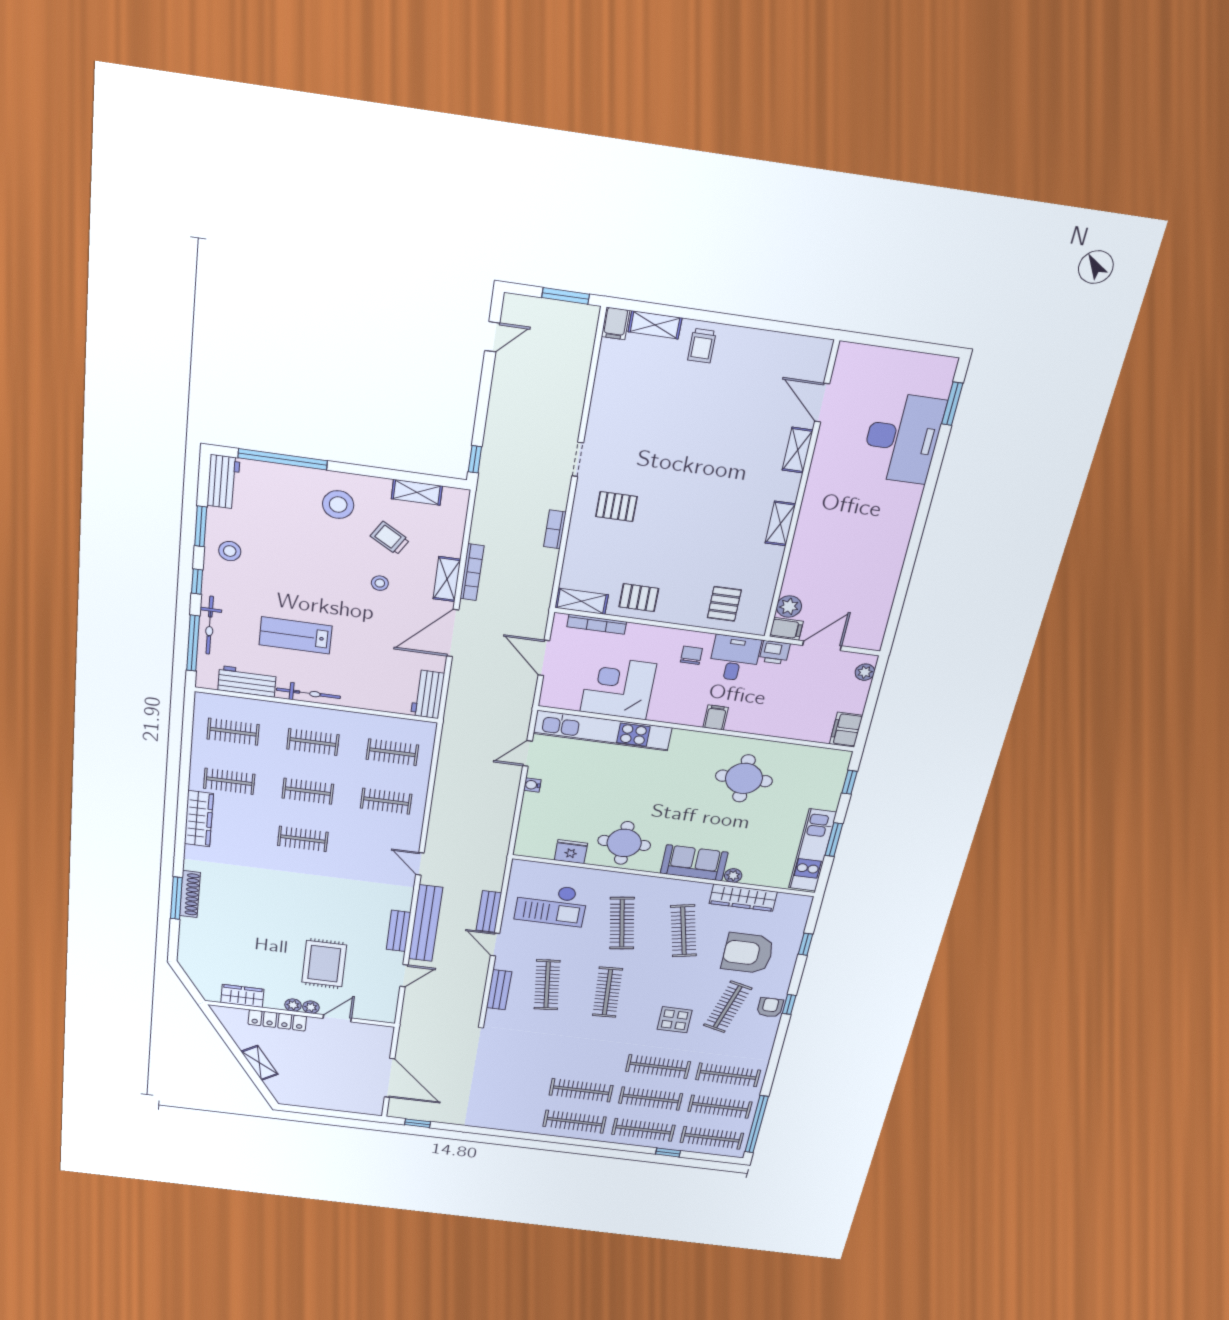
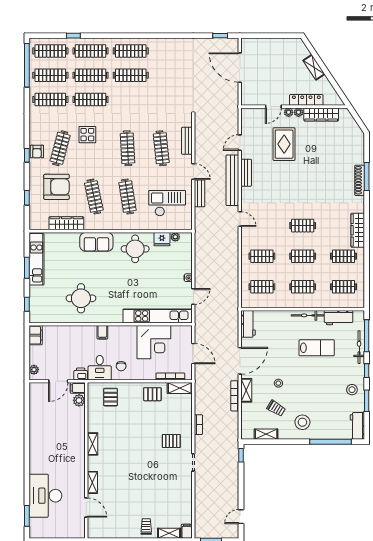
plant: (733, 876) -> (175, 237), moved
wardrobe: (242, 996) -> (321, 114), width x1.50

